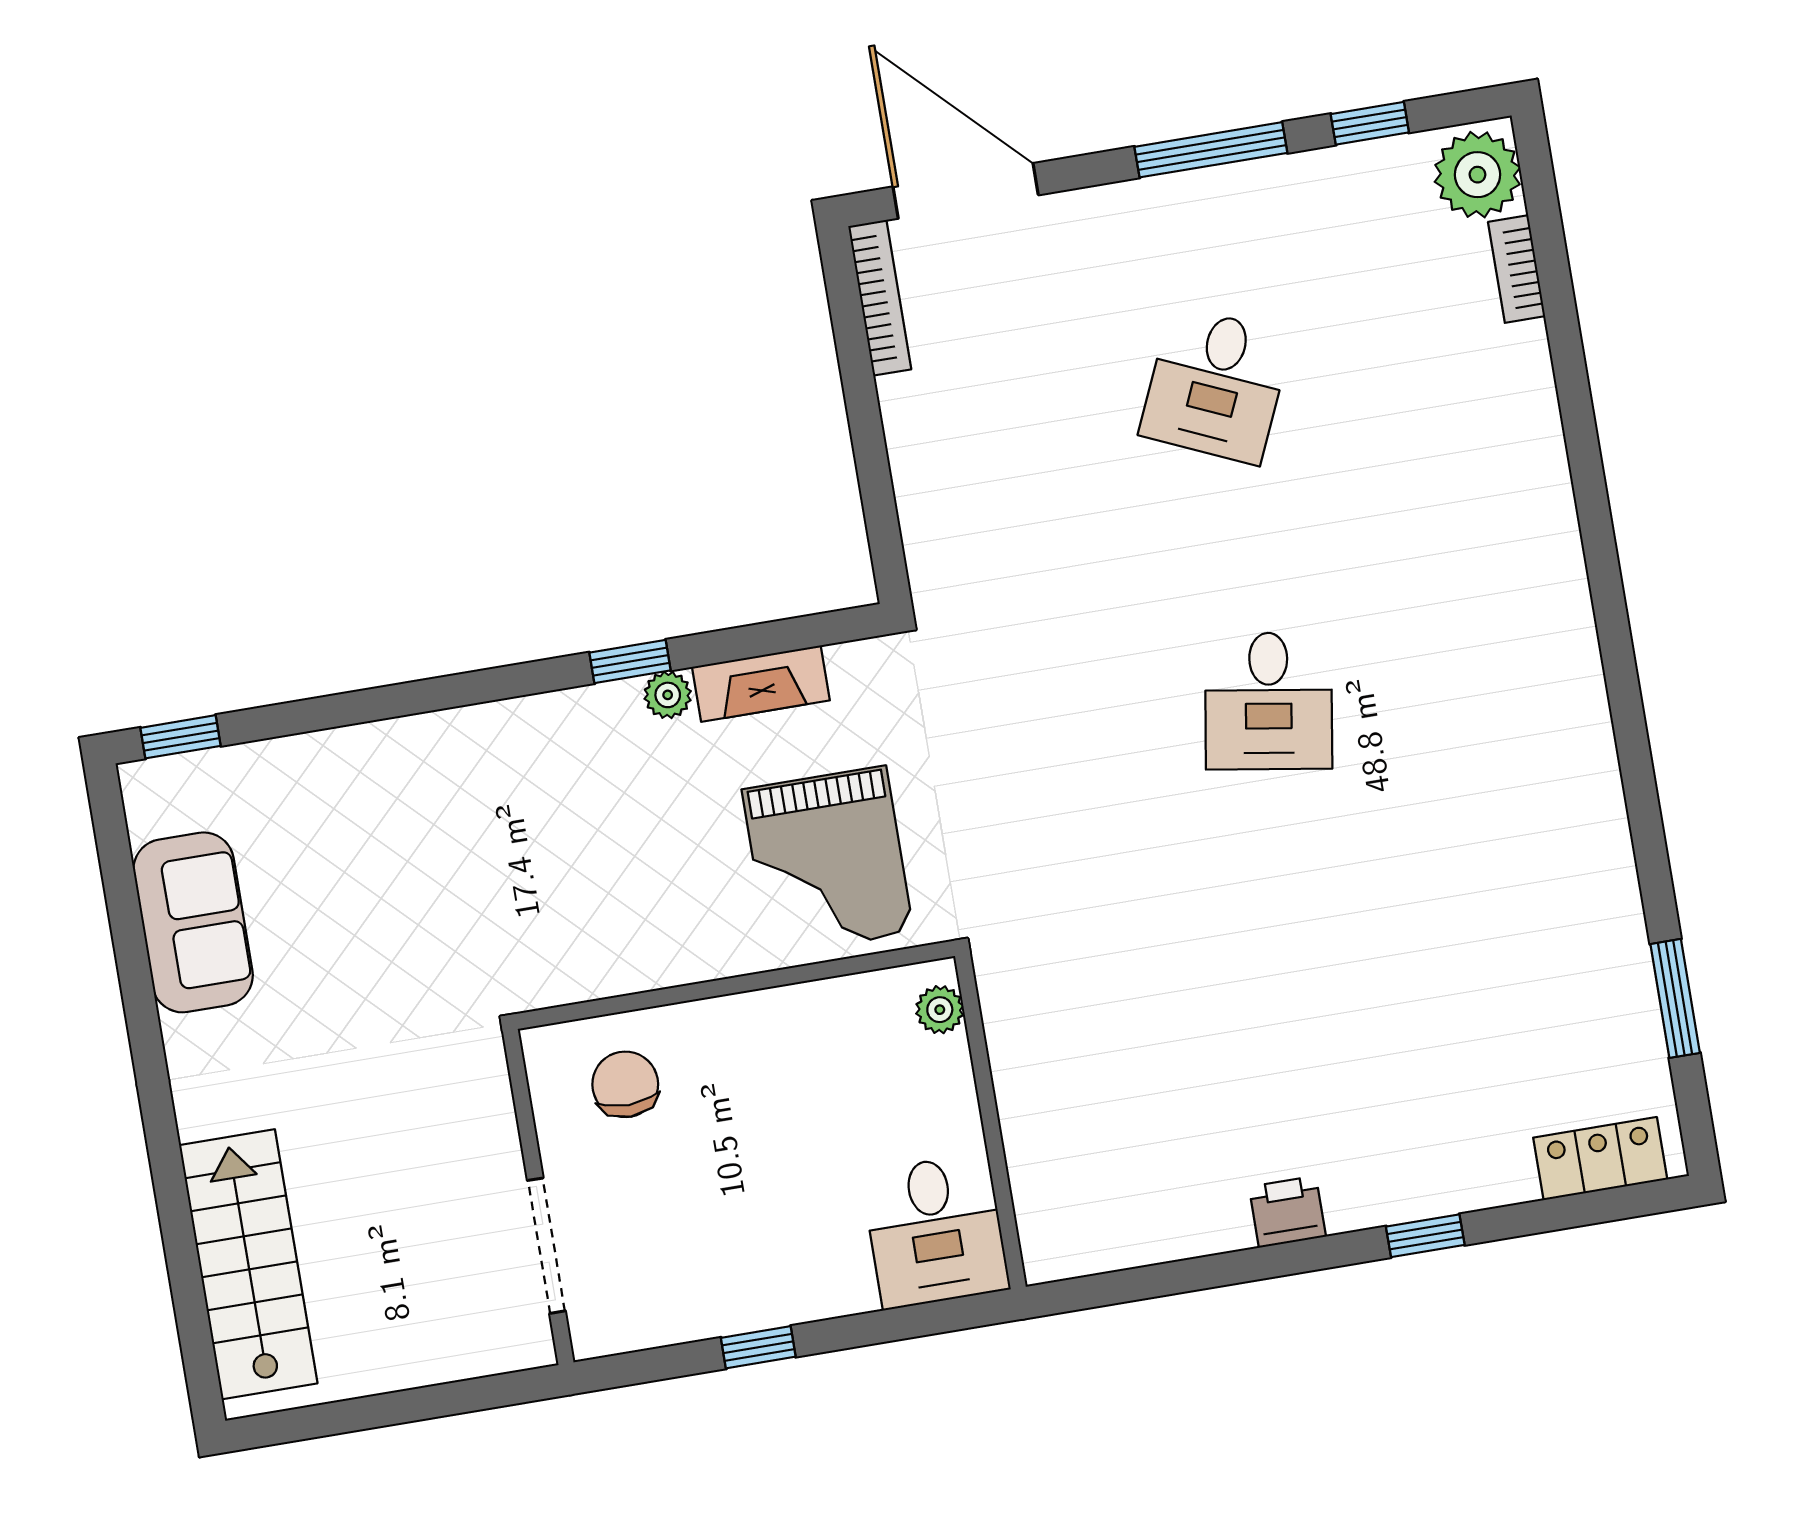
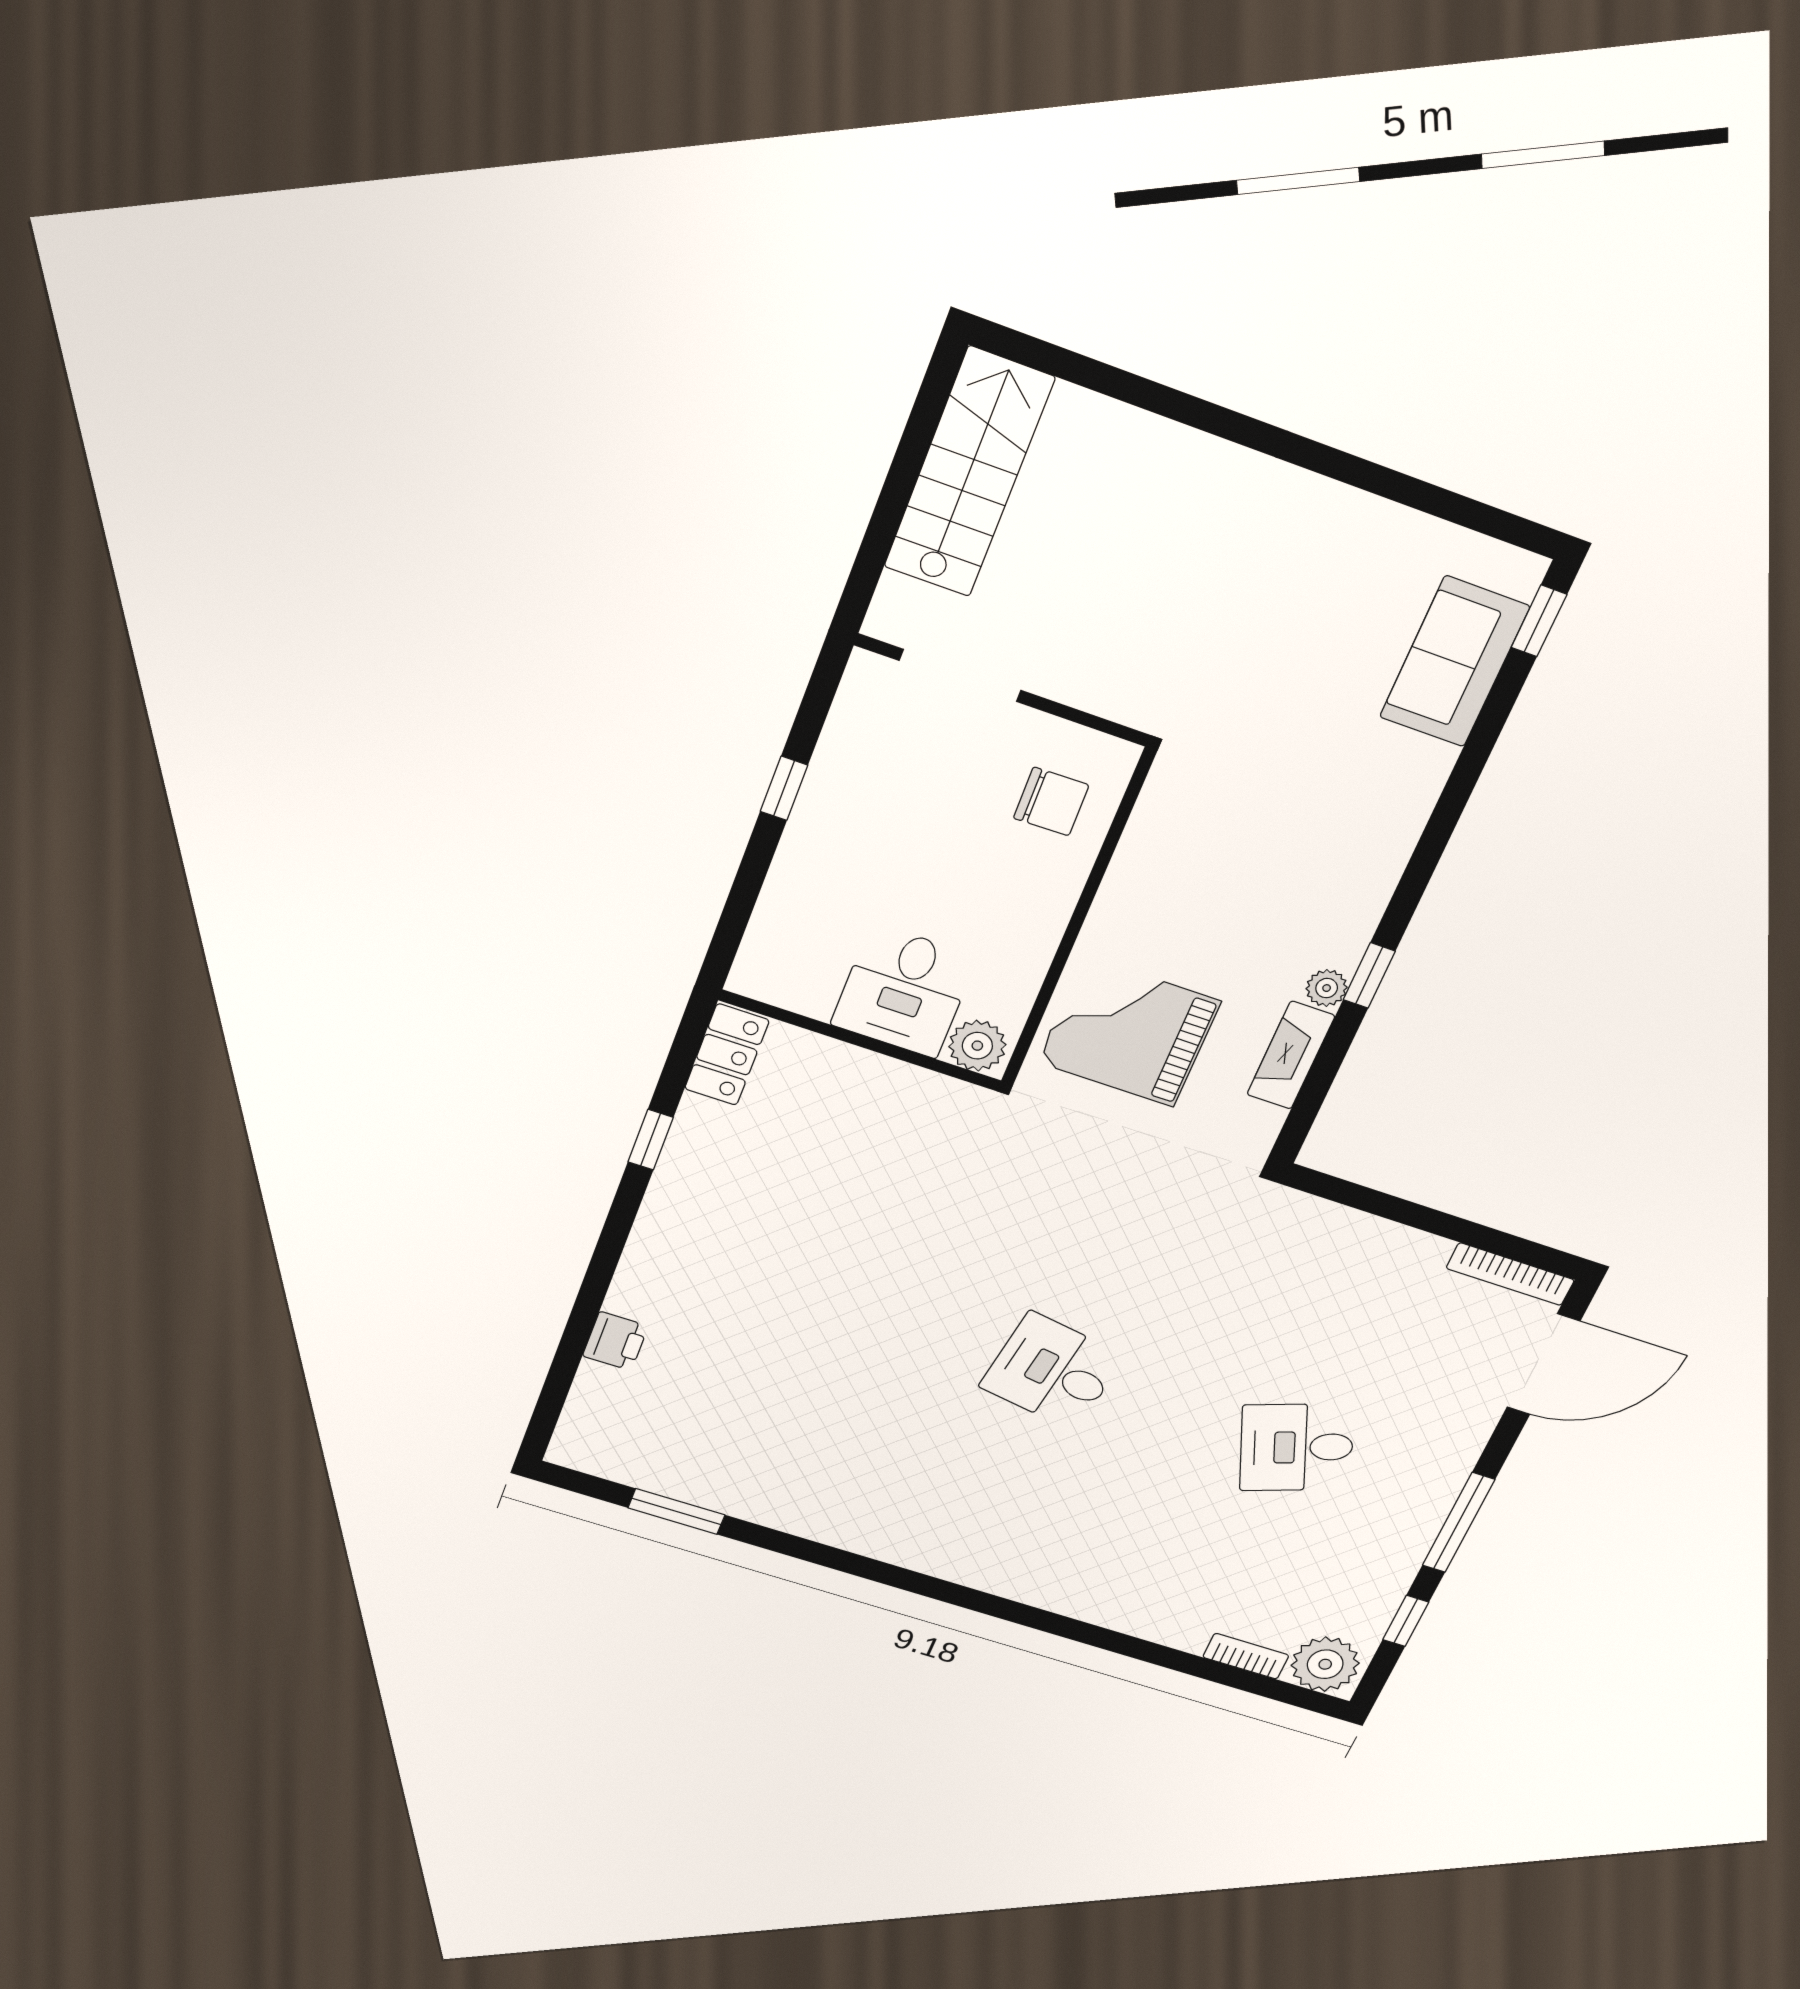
desk: (1216, 385) -> (1297, 1447), turned -45
sofa: (193, 922) -> (1454, 662), moved, turned 90
plant: (940, 1010) -> (977, 1046), width x1.38, depth x1.38
locker: (1600, 1159) -> (727, 1055), moved
printer: (1287, 1212) -> (615, 1341), moved
desk: (935, 1231) -> (904, 991), moved, turned -90
window: (1425, 1236) -> (651, 1140), moved
stairs: (248, 1264) -> (969, 473), moved, turned -90

